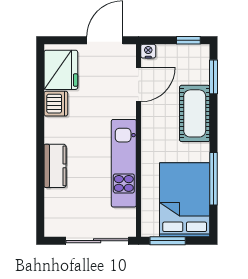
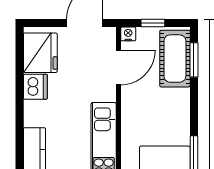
window: (188, 40) -> (153, 23), moved
cot: (195, 113) -> (175, 59), moved

